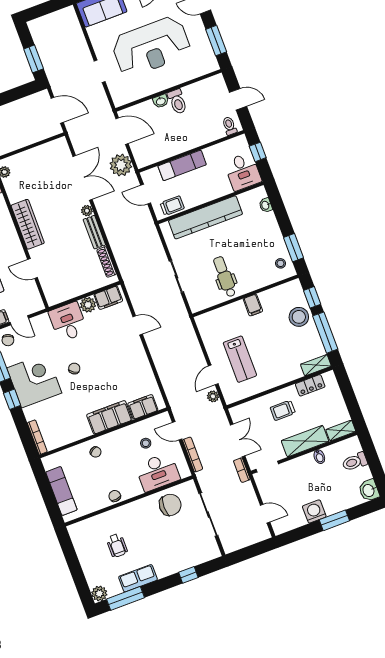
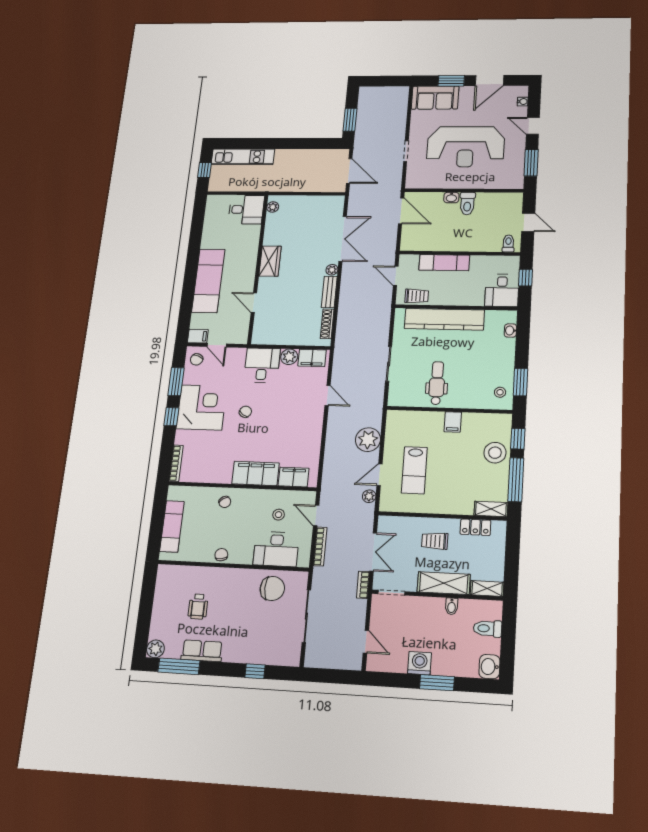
plant: (121, 165) -> (368, 440), moved
wardrobe: (28, 224) -> (270, 261), width x0.67

